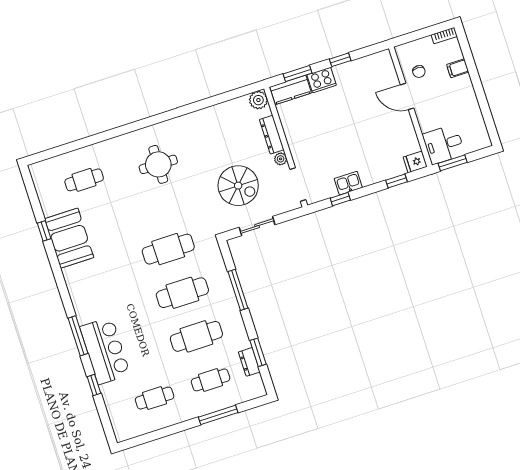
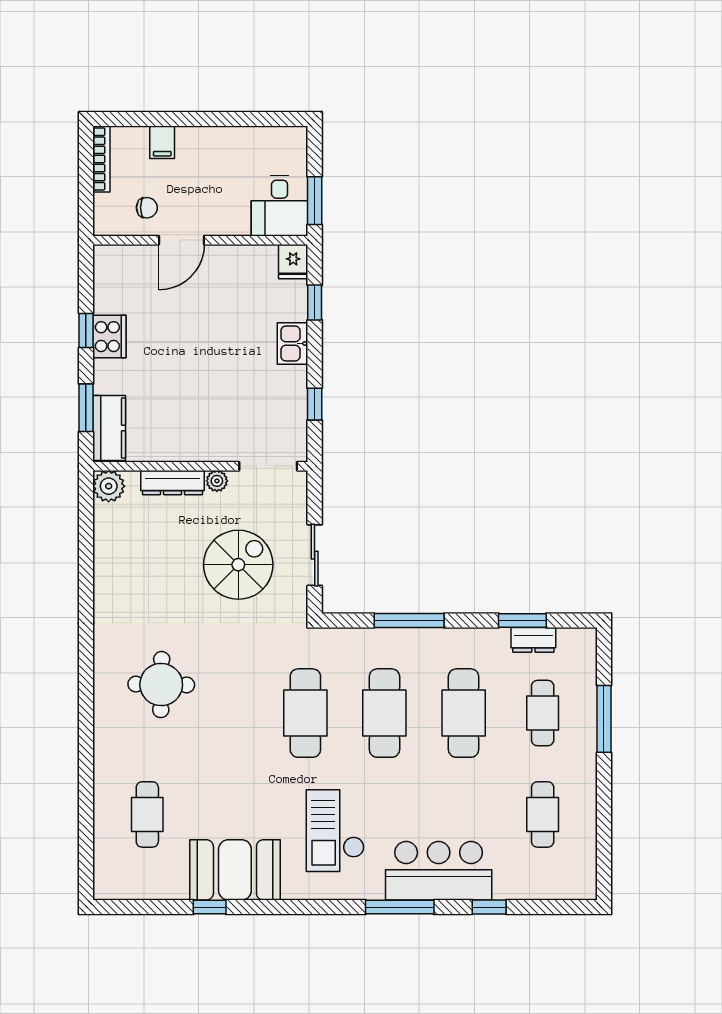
bookcase: (444, 36) -> (101, 159), width x1.56
cooker: (322, 80) -> (109, 337), moved
kitchen sink: (348, 183) -> (293, 344), moved
checkout: (109, 286) -> (335, 831), added

